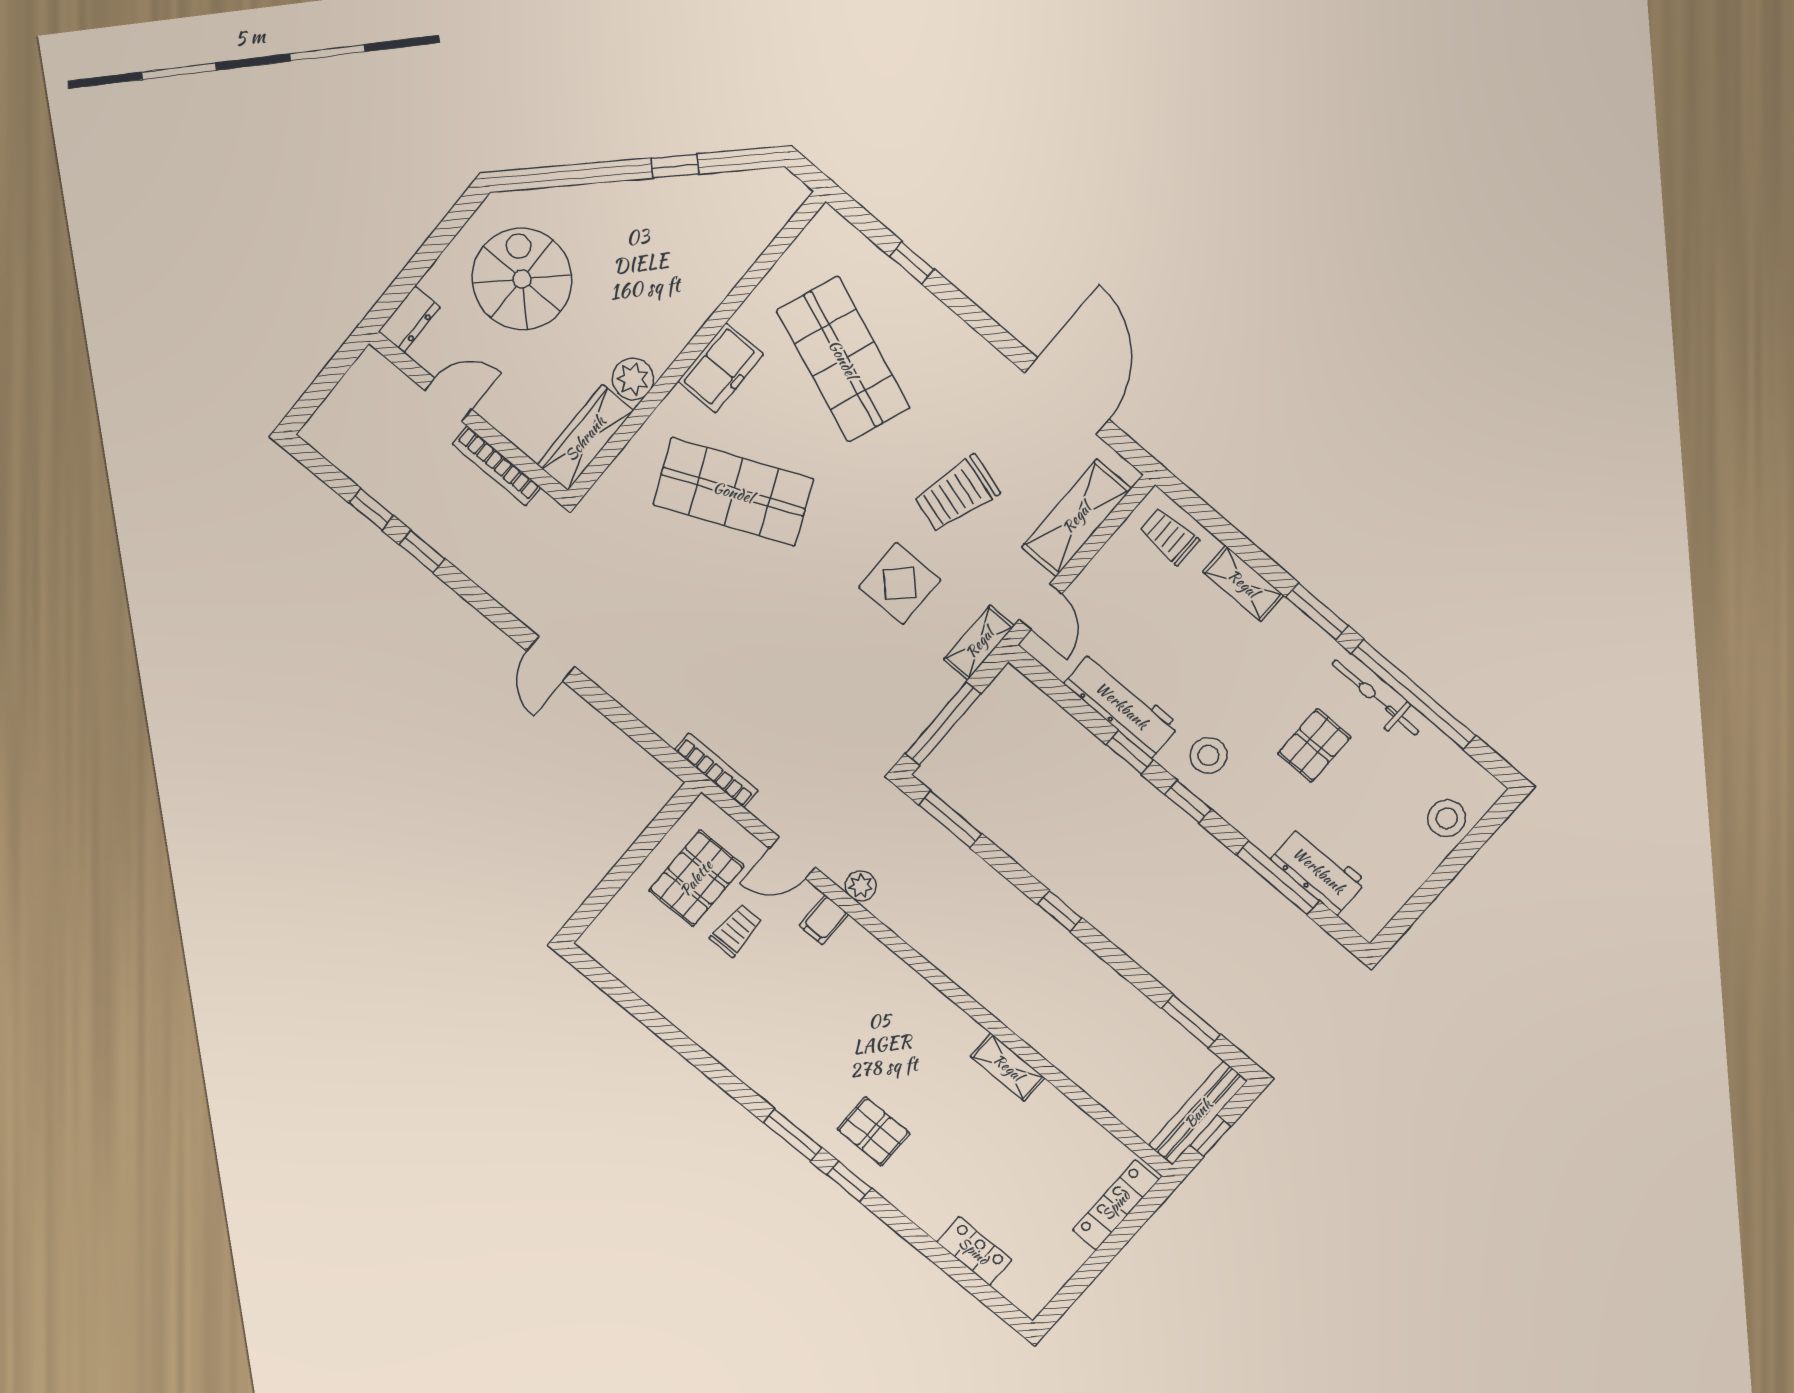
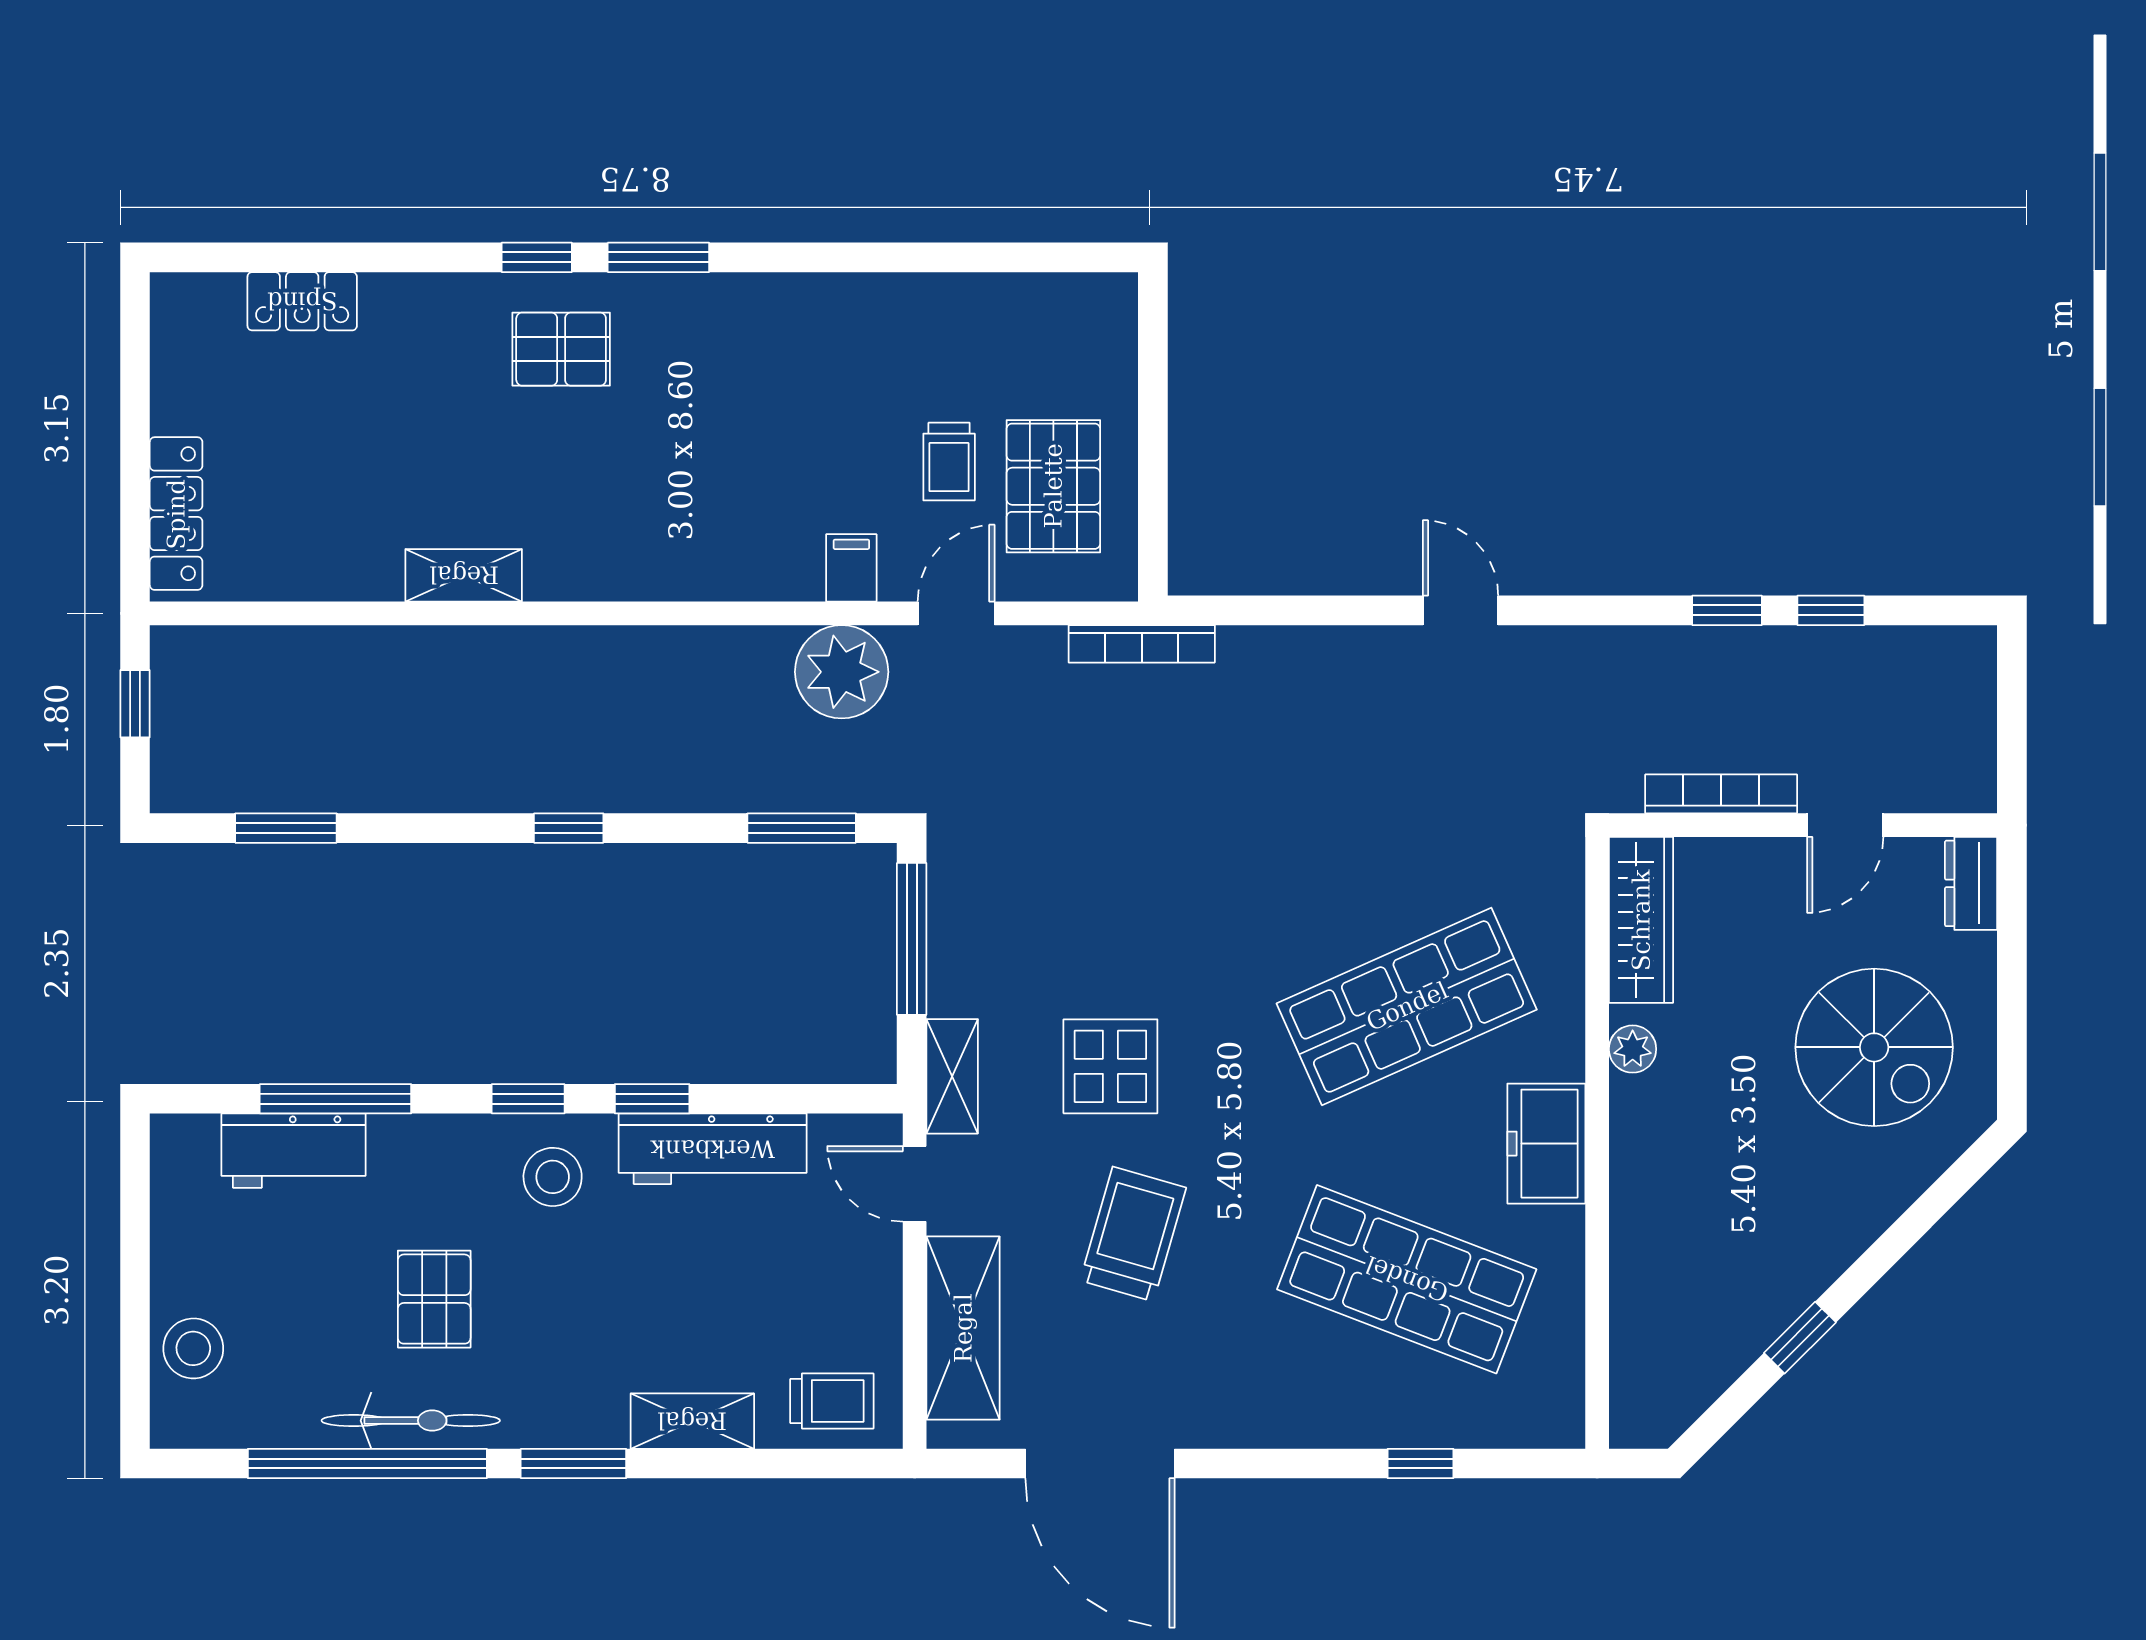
plant: (633, 379) -> (1633, 1049), width x0.73, depth x0.73
plant: (861, 886) -> (842, 672), width x1.88, depth x1.88
bench: (1198, 1113) -> (176, 720), removed

